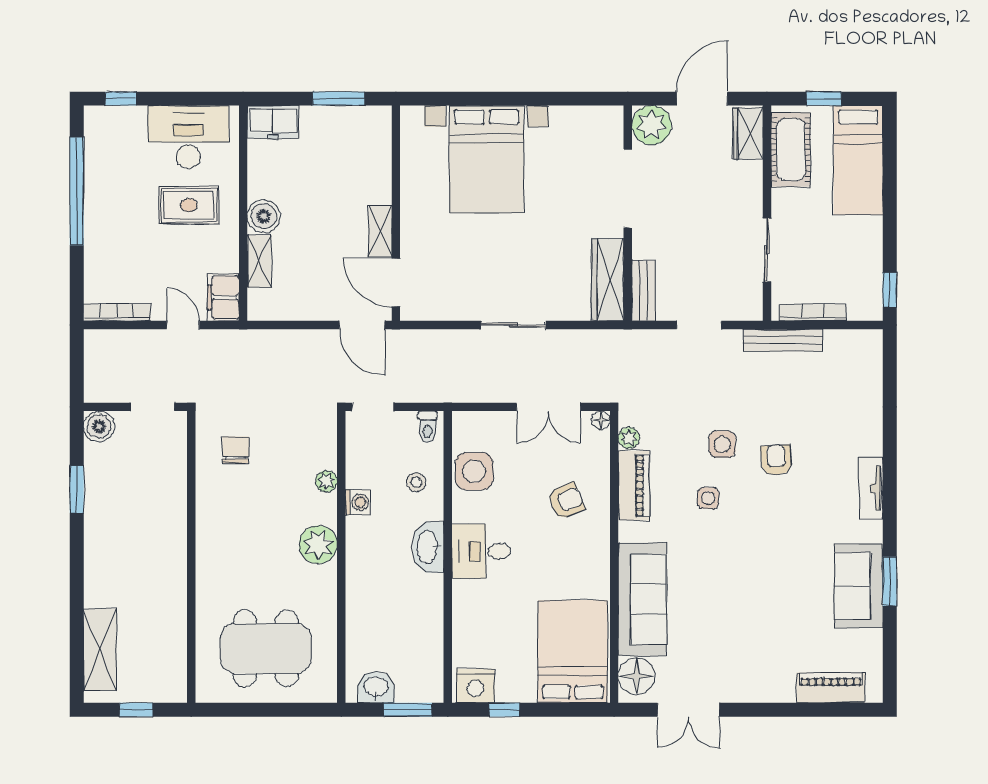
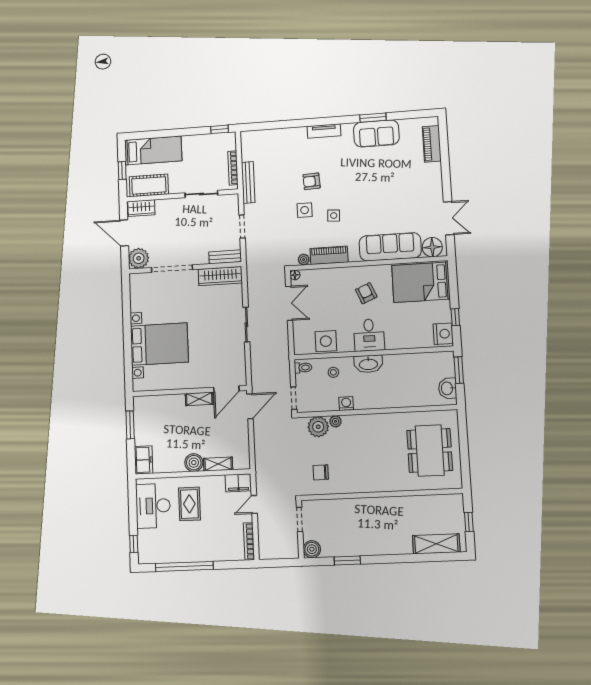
armchair: (566, 501) -> (366, 293), moved
plant: (318, 545) -> (318, 427), moved

